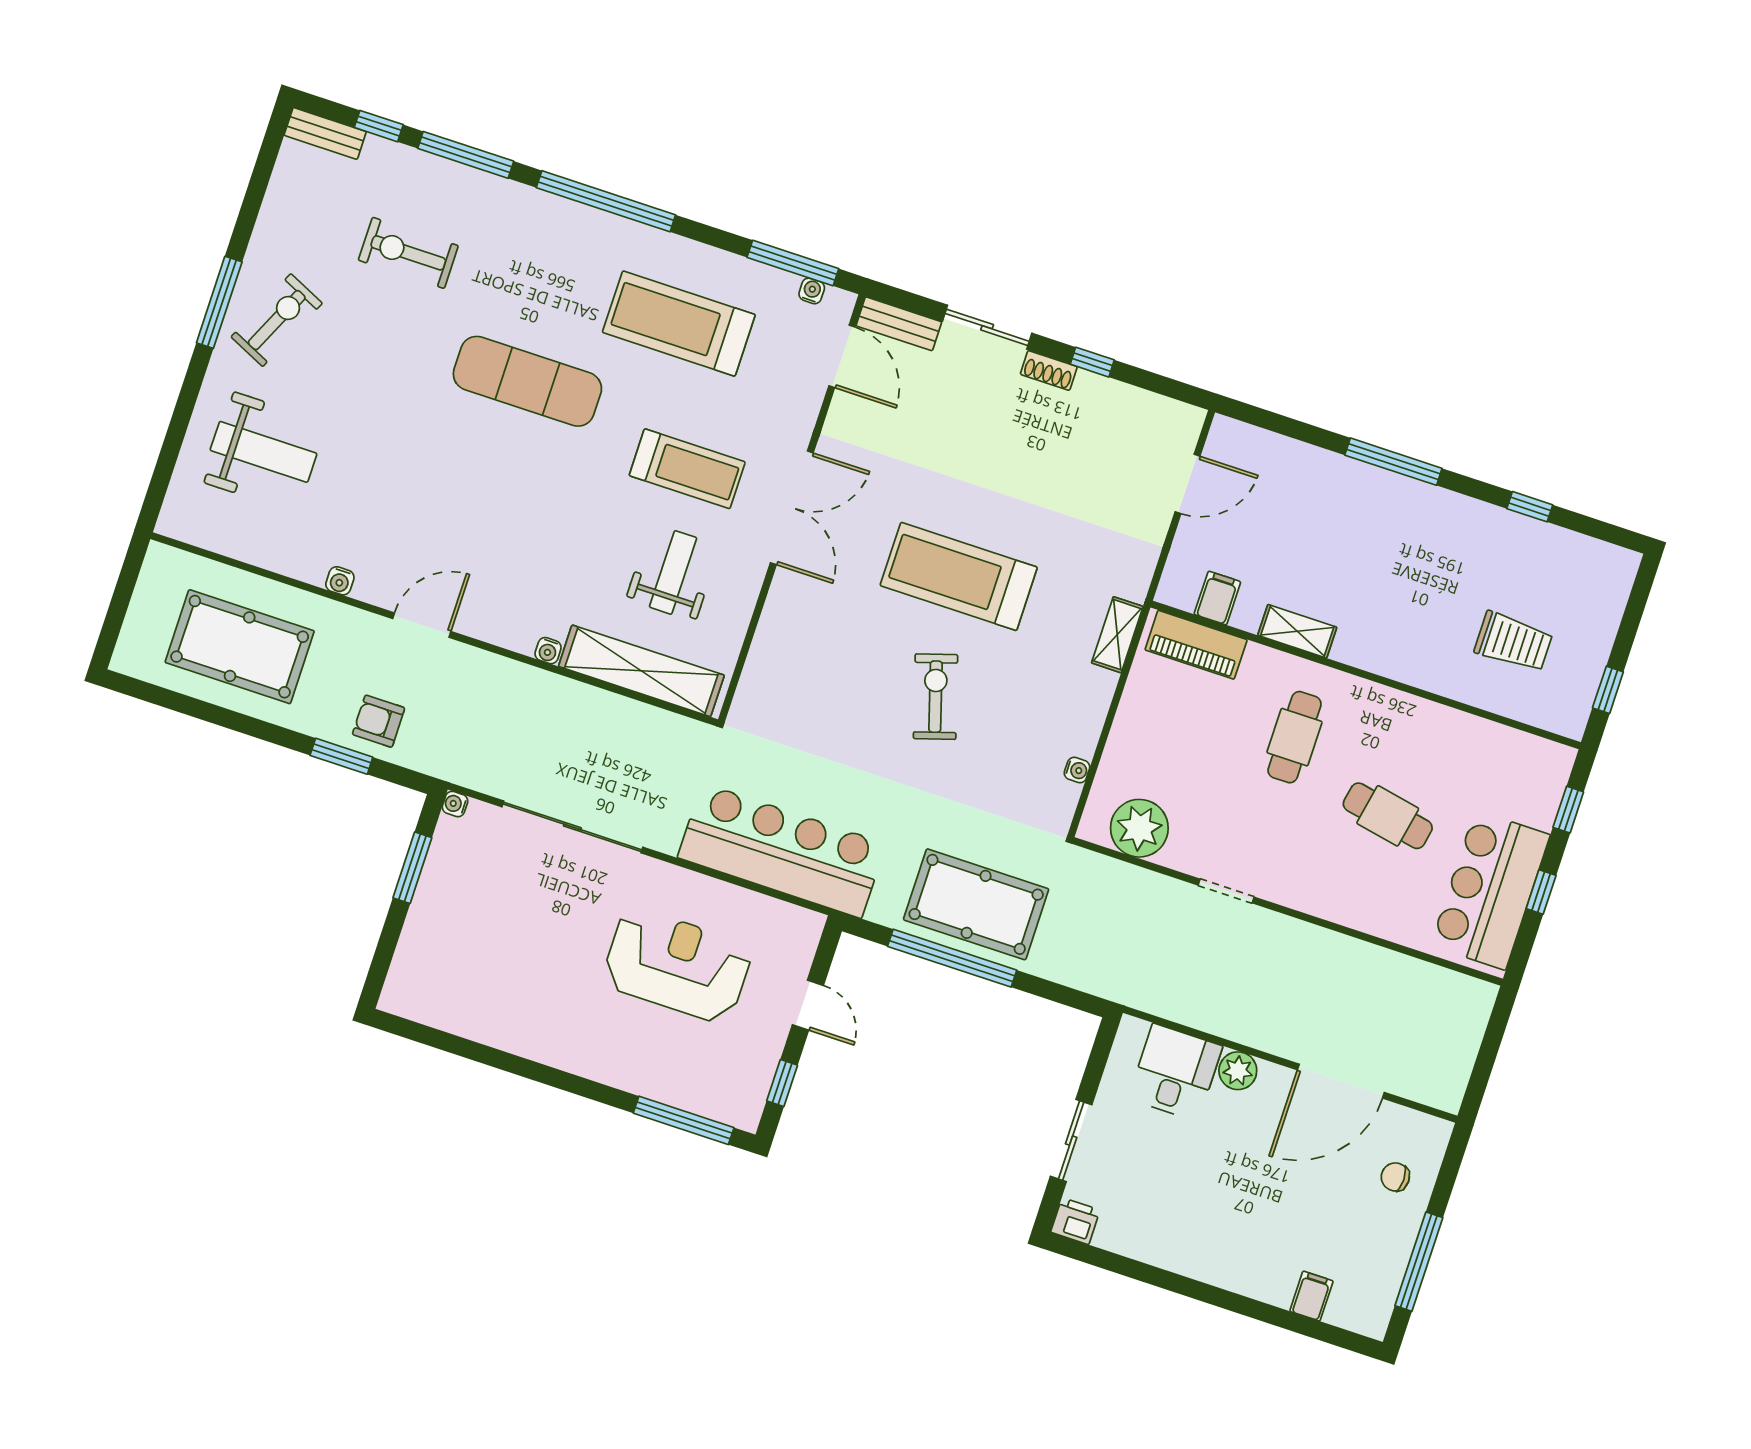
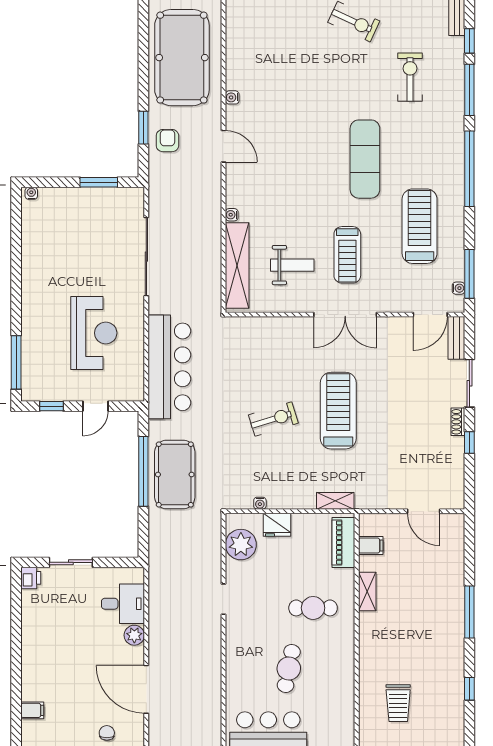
weight bench: (264, 452) -> (285, 37), removed
pool table: (240, 647) -> (182, 58), width x1.36, depth x1.32
fridge: (1126, 752) -> (277, 525), added
water cooler: (455, 804) -> (31, 193), moved

